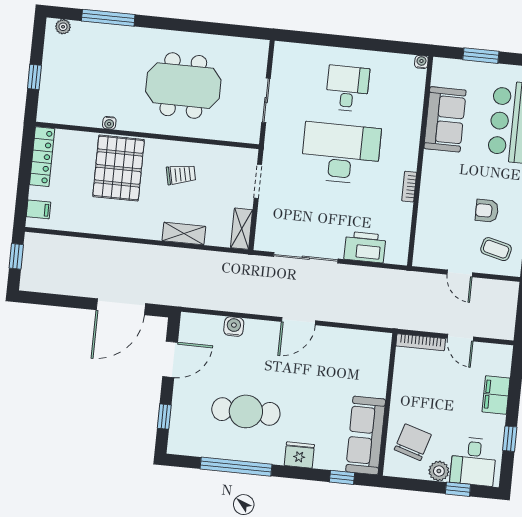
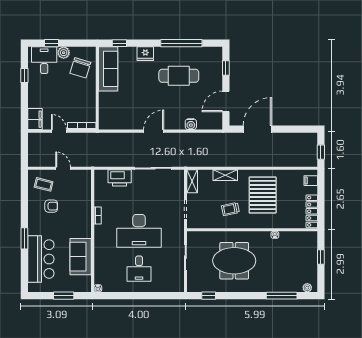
window: (233, 30) -> (209, 296), added
pallet: (119, 168) -> (263, 195), moved
filing cabinet: (496, 395) -> (35, 119), moved

